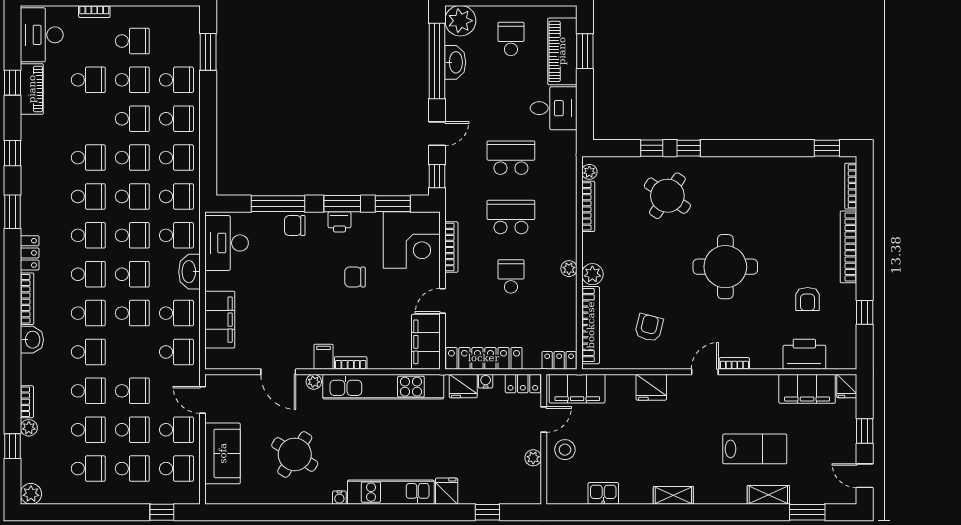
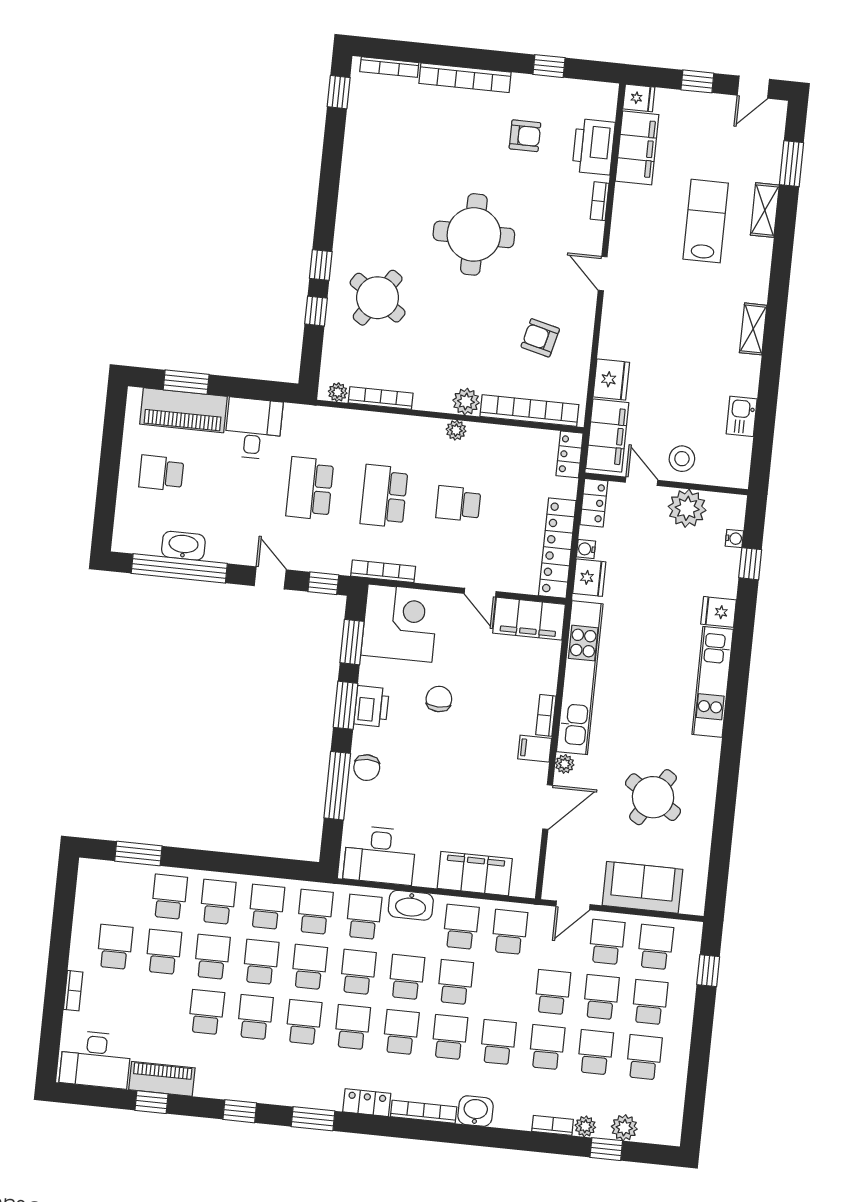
plant: (460, 21) -> (132, 534), removed
school desk: (88, 80) -> (206, 1012), moved
printer: (339, 222) -> (371, 706), width x1.36, depth x1.24
bookcase: (451, 247) -> (383, 571), moved
chair: (355, 277) -> (439, 699), turned 180
bookcase: (734, 363) -> (600, 201), moved
fridge: (651, 387) -> (611, 380), moved
plant: (533, 458) -> (687, 508), width x1.87, depth x1.87
plant: (31, 494) -> (624, 1128), moved
water cooler: (339, 498) -> (734, 538), moved

